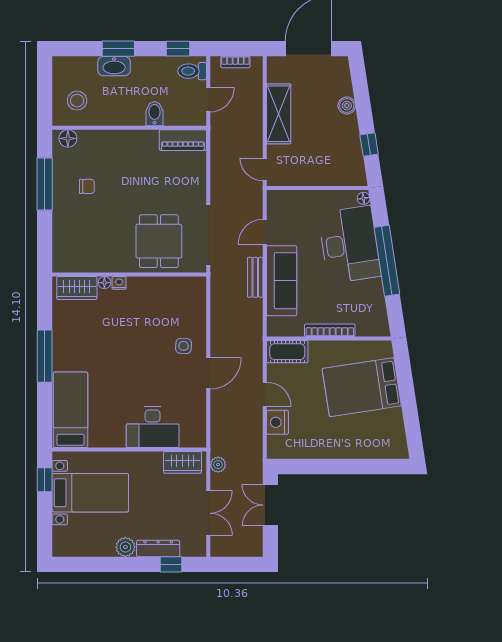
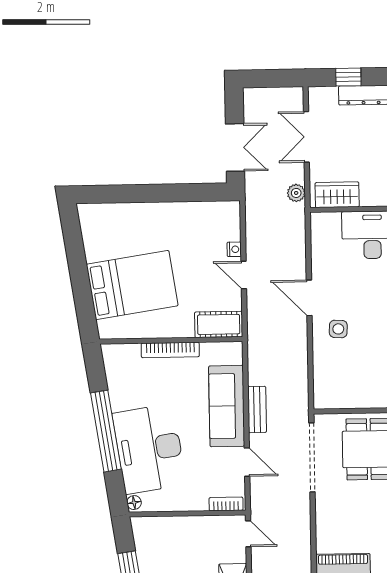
bookcase: (284, 196) -> (226, 504), added
door: (265, 232) -> (247, 462), hinge flipped
door: (208, 373) -> (309, 298), hinge flipped
nightstand: (277, 422) -> (234, 249), width x0.53, depth x0.56

